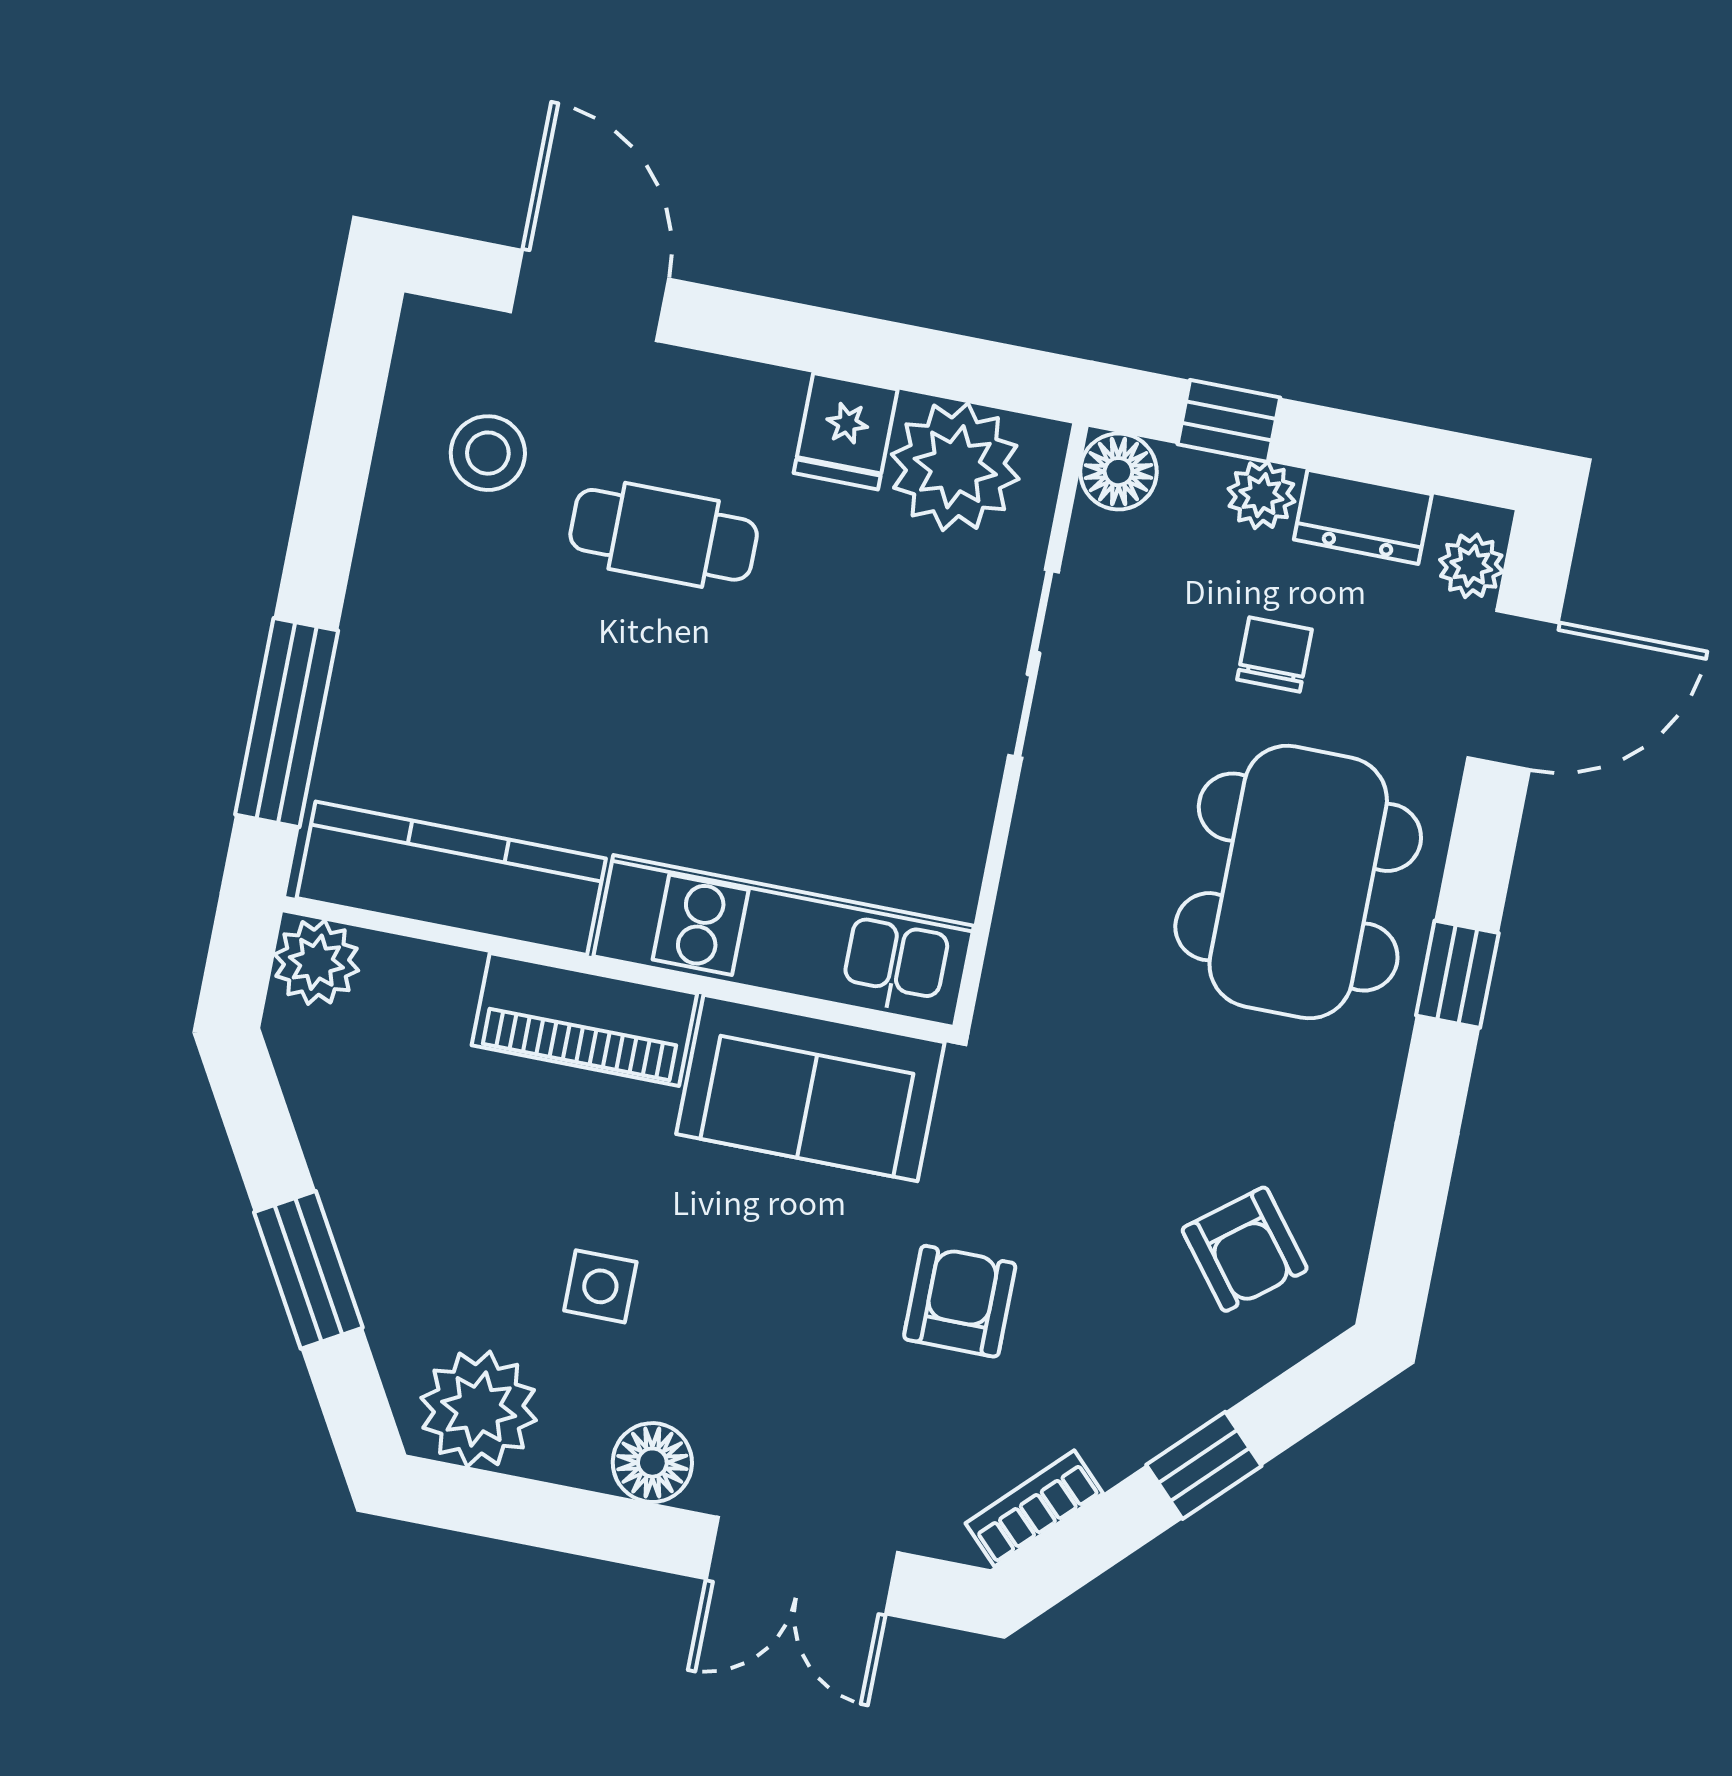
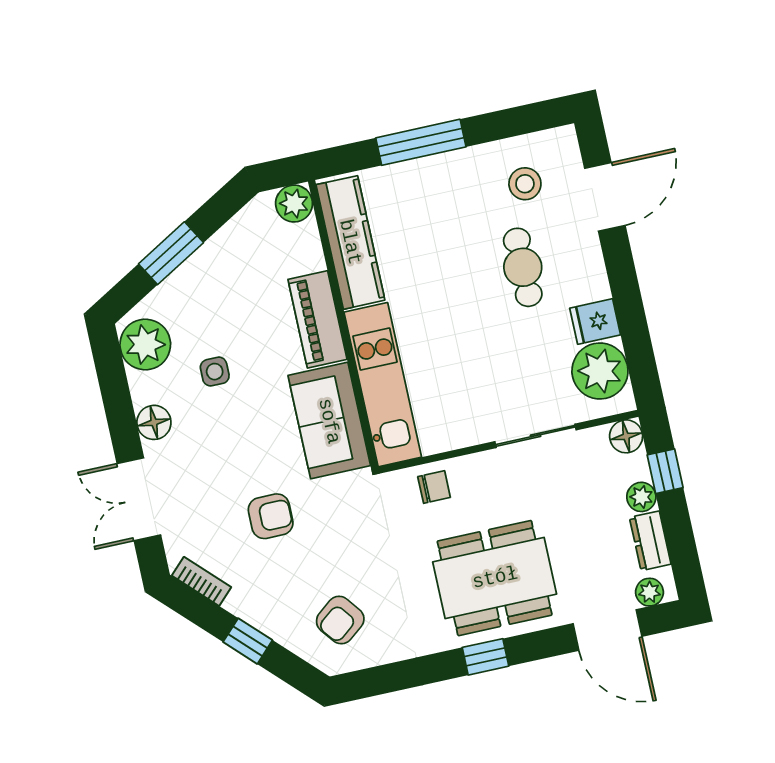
chair: (1275, 655) -> (434, 487), moved
window: (287, 723) -> (421, 142), moved

